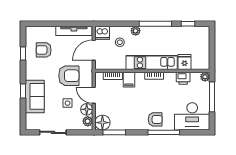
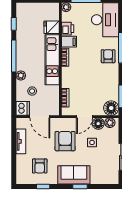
tv unit: (74, 31) -> (21, 141), width x0.71
filing cabinet: (129, 80) -> (69, 42), moved
sofa: (35, 96) -> (74, 175), moved

